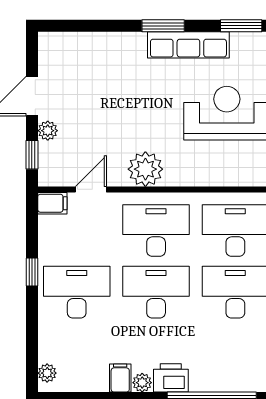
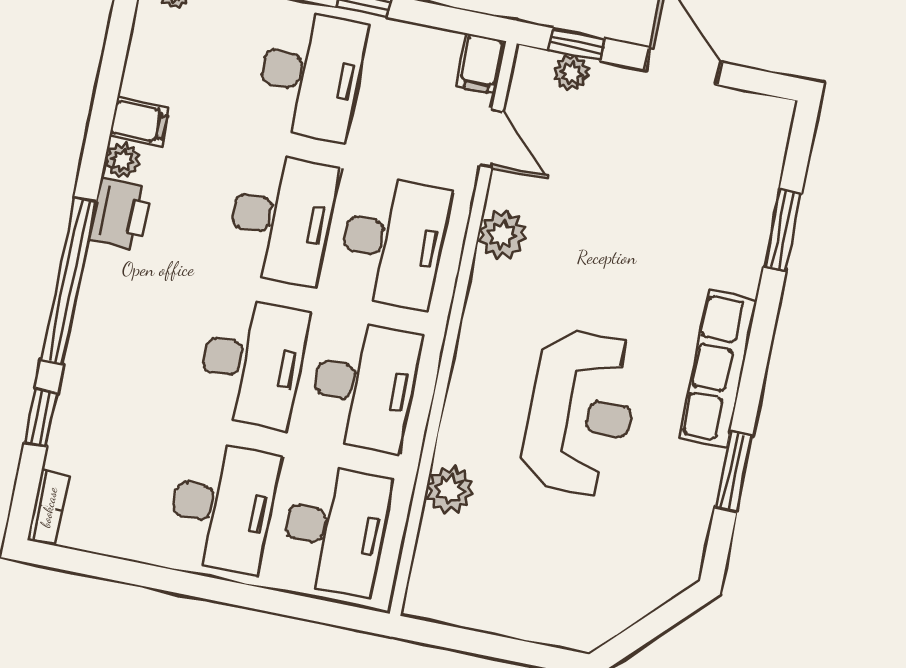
window: (163, 26) -> (783, 230), moved
plant: (48, 131) -> (571, 73), moved
plant: (145, 169) -> (502, 235), width x0.73, depth x0.73

